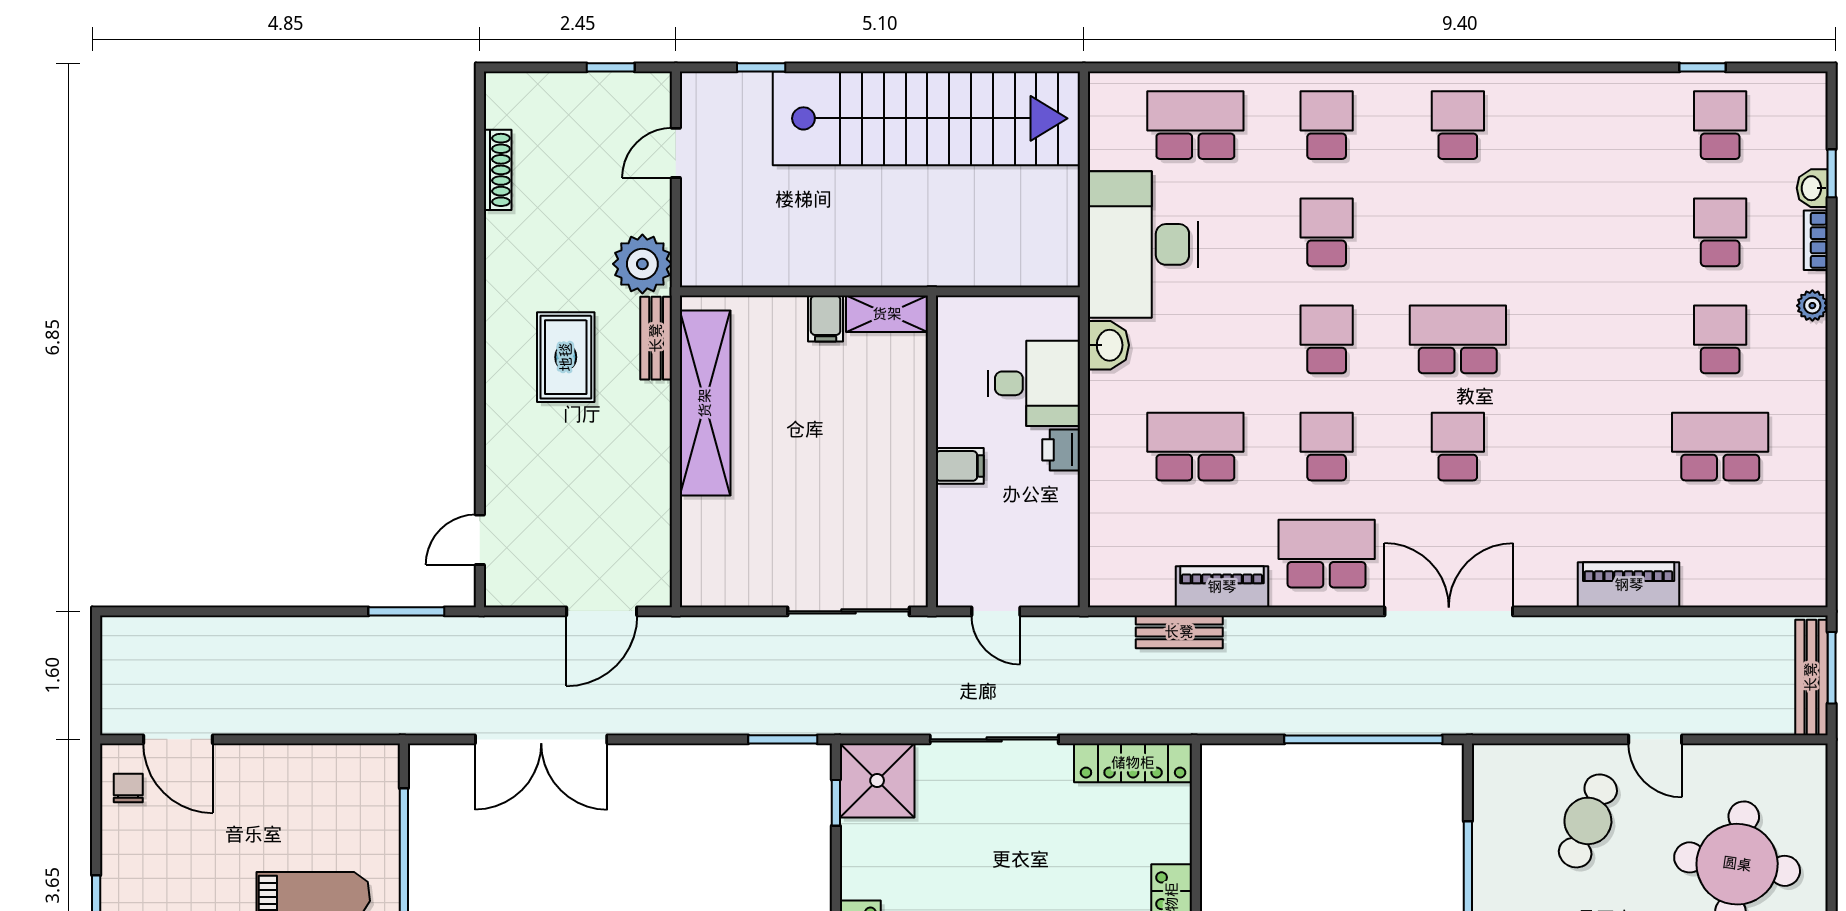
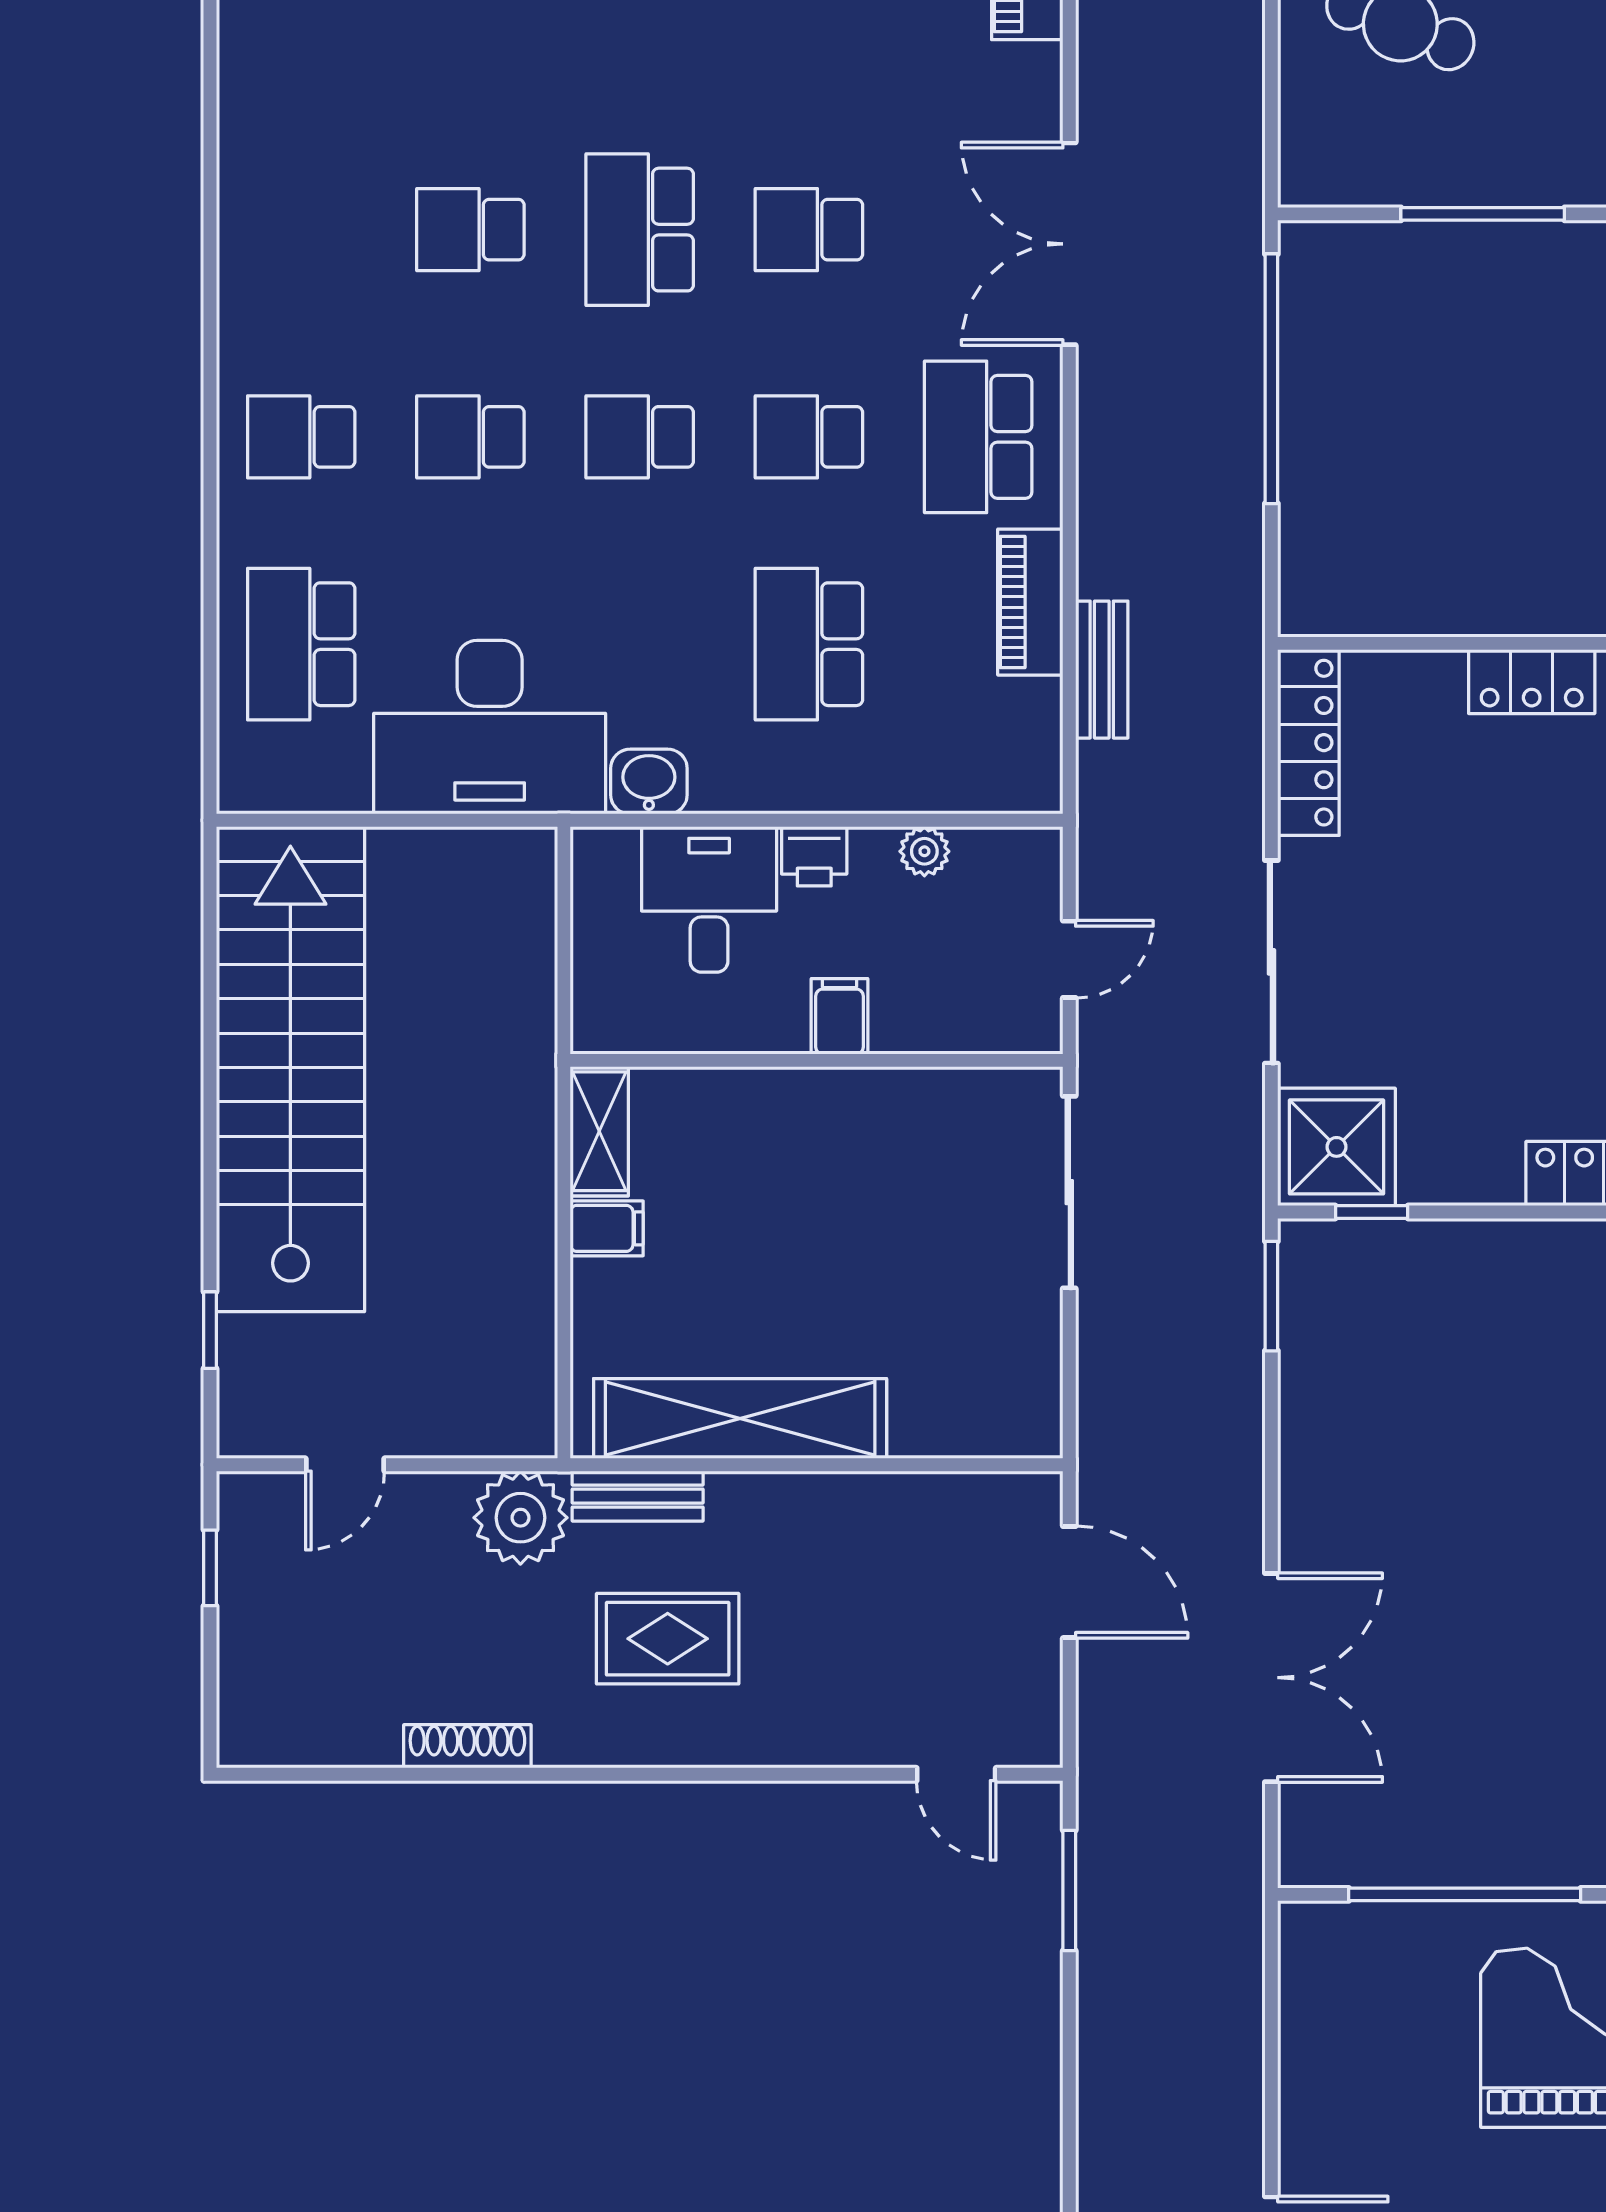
school desk: (1458, 125) -> (470, 230), moved
door: (676, 153) -> (345, 1465), hinge flipped
shoe rack: (498, 170) -> (467, 1746), moved
plant: (1064, 520) -> (924, 851), added

